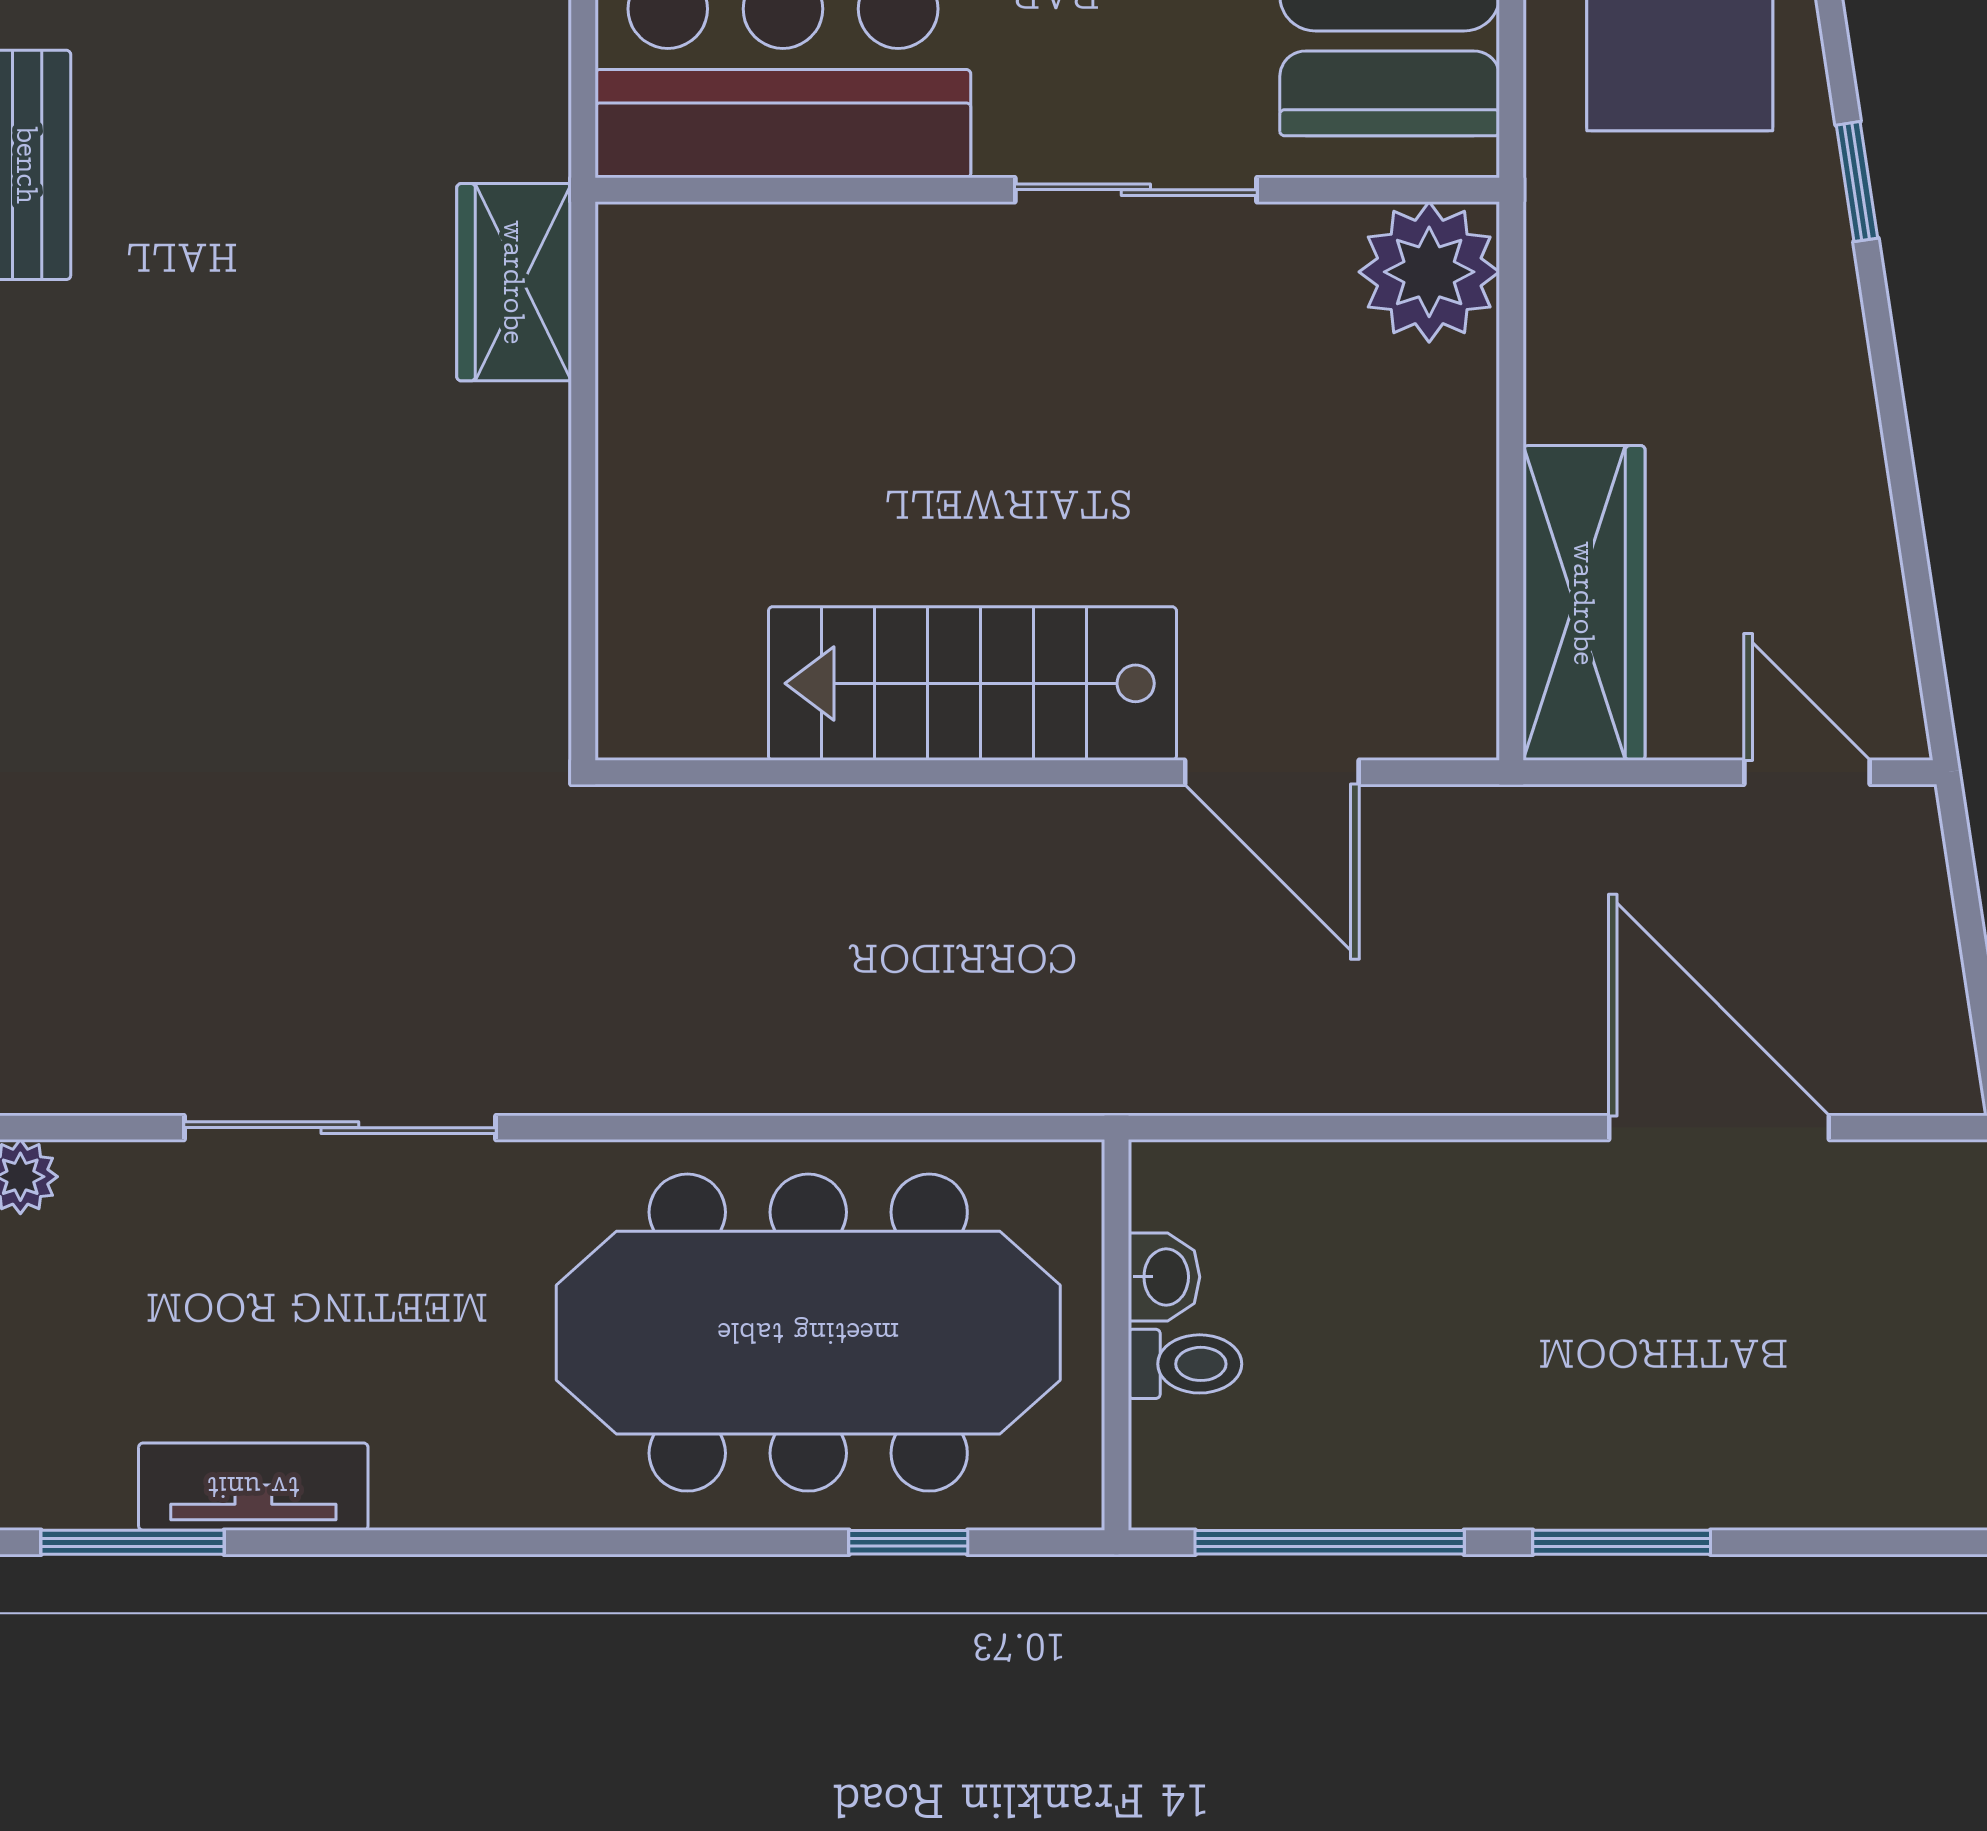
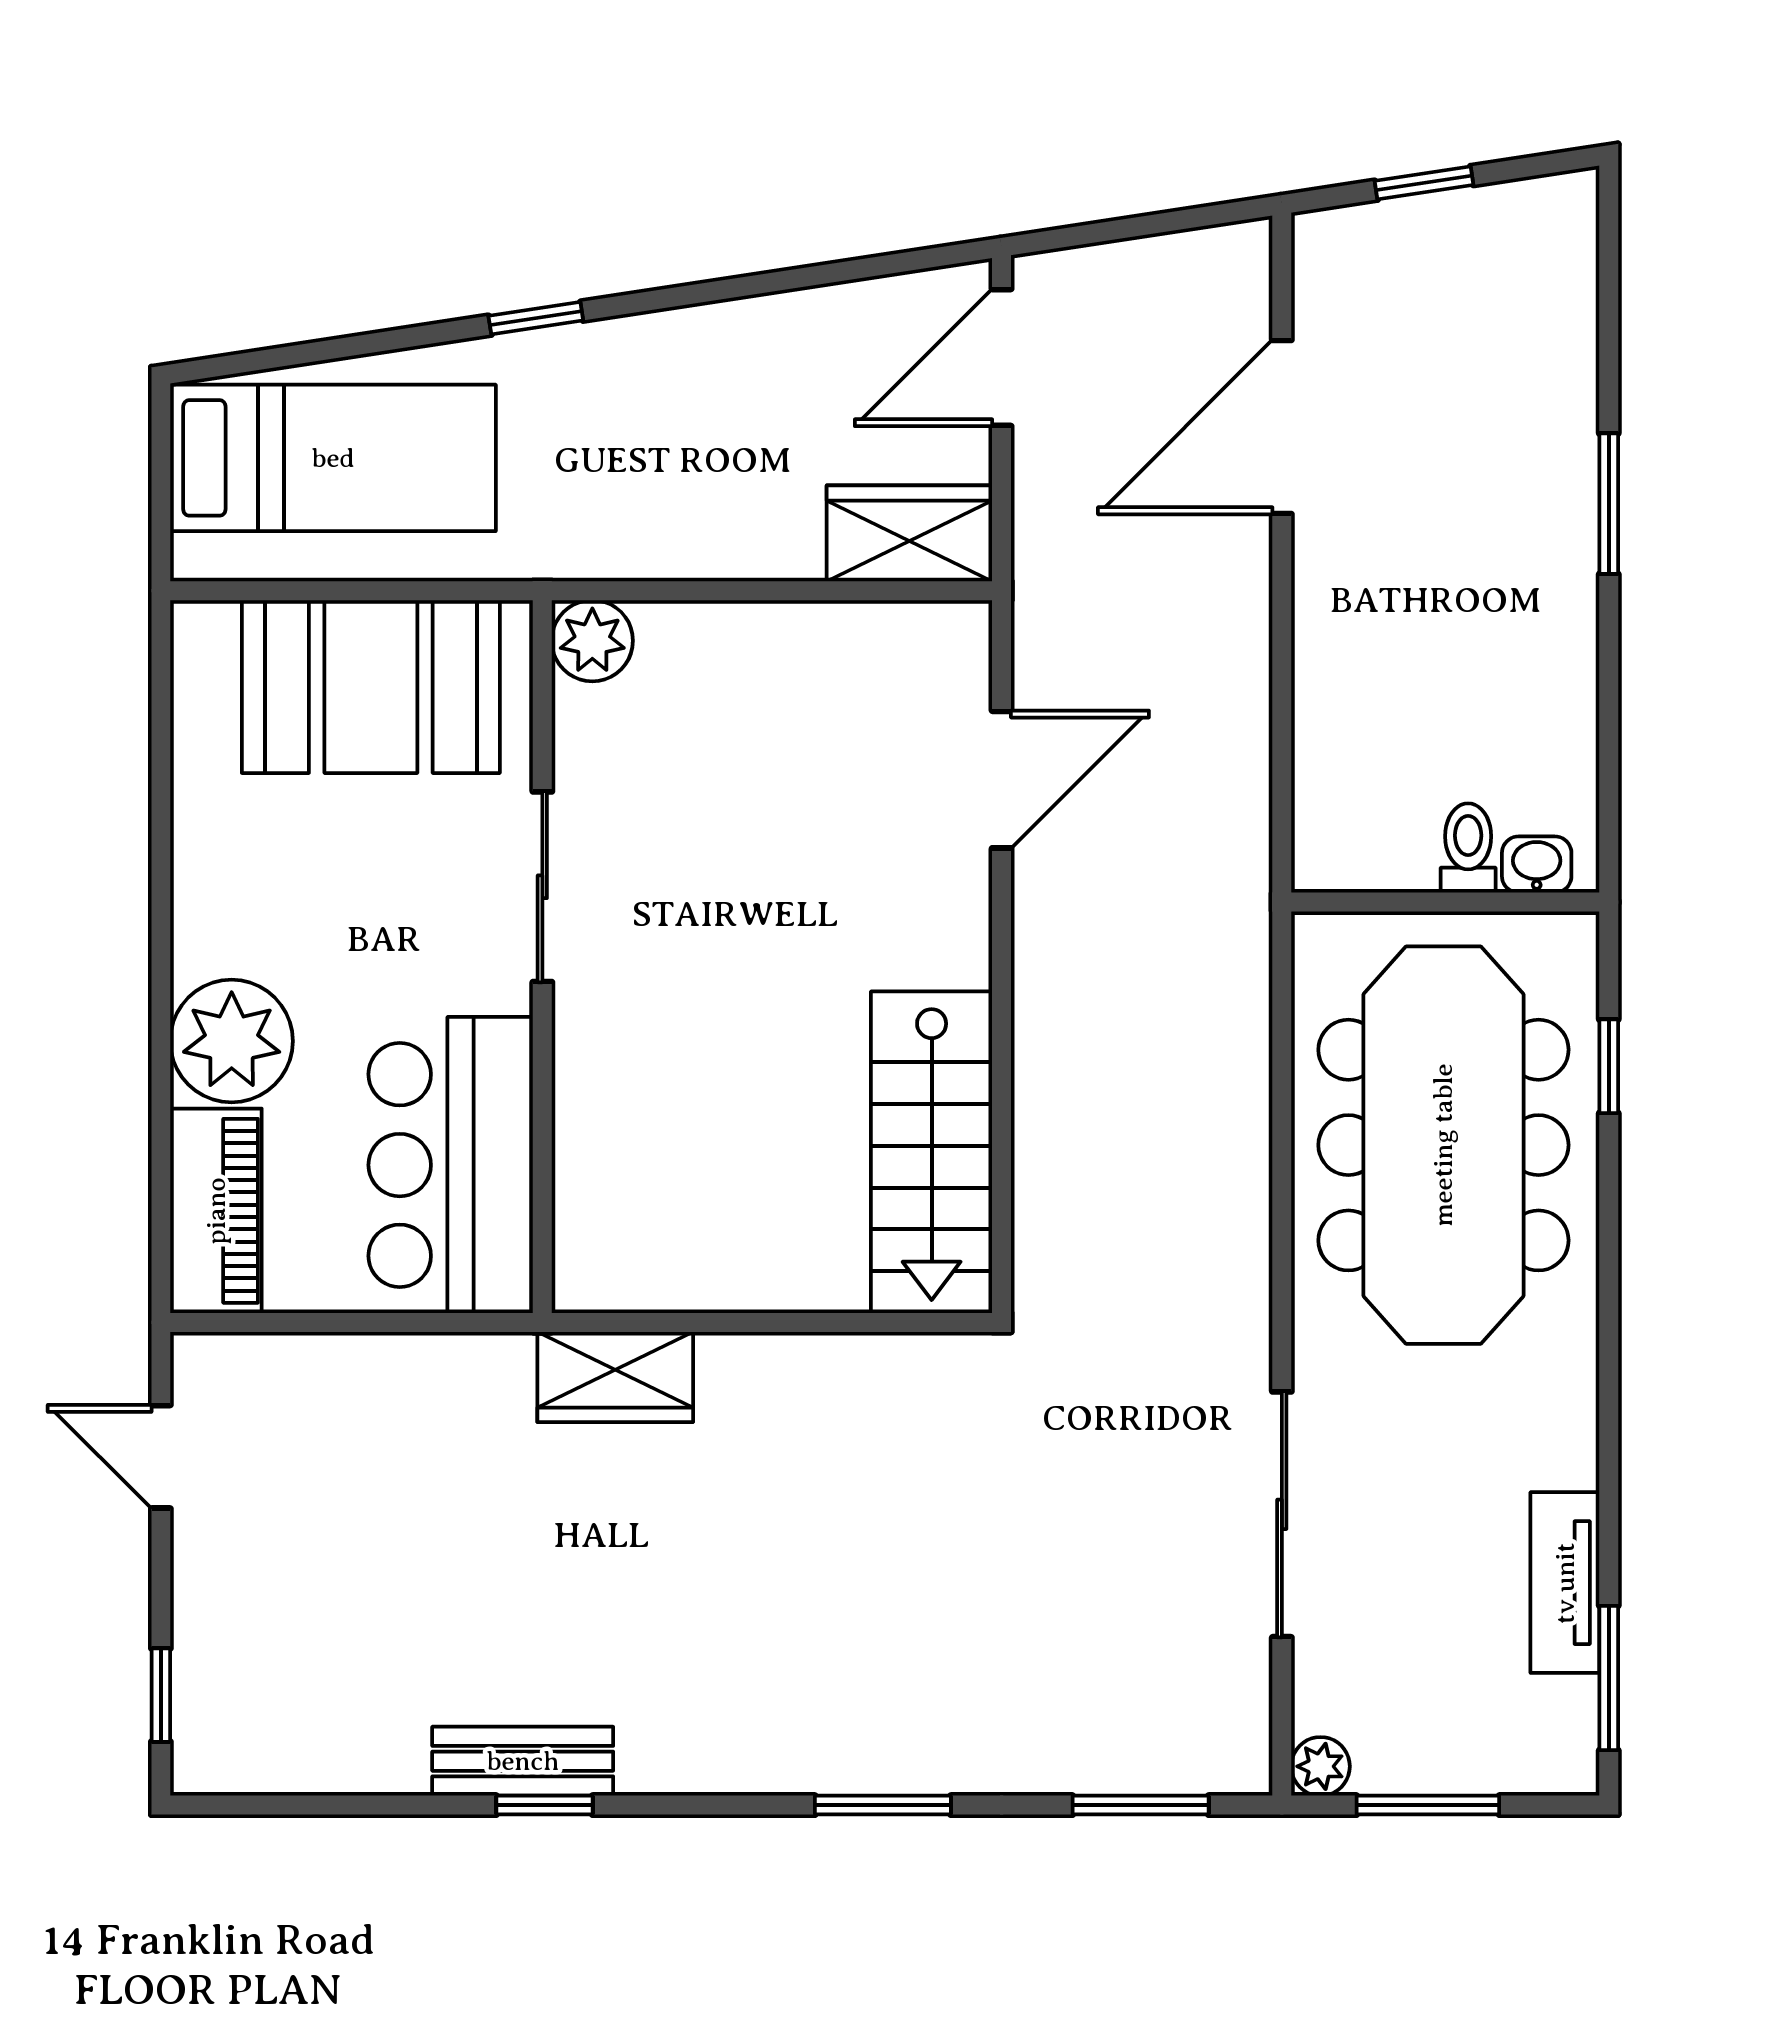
plant: (1429, 272) -> (592, 641), width x0.73, depth x0.73
wardrobe: (1584, 603) -> (909, 533), width x0.67
stairs: (972, 683) -> (932, 1152), moved
door: (1807, 772) -> (1002, 357), width x1.38
washbasin: (1164, 1277) -> (1537, 865), moved
window: (1330, 1542) -> (1609, 734), removed

